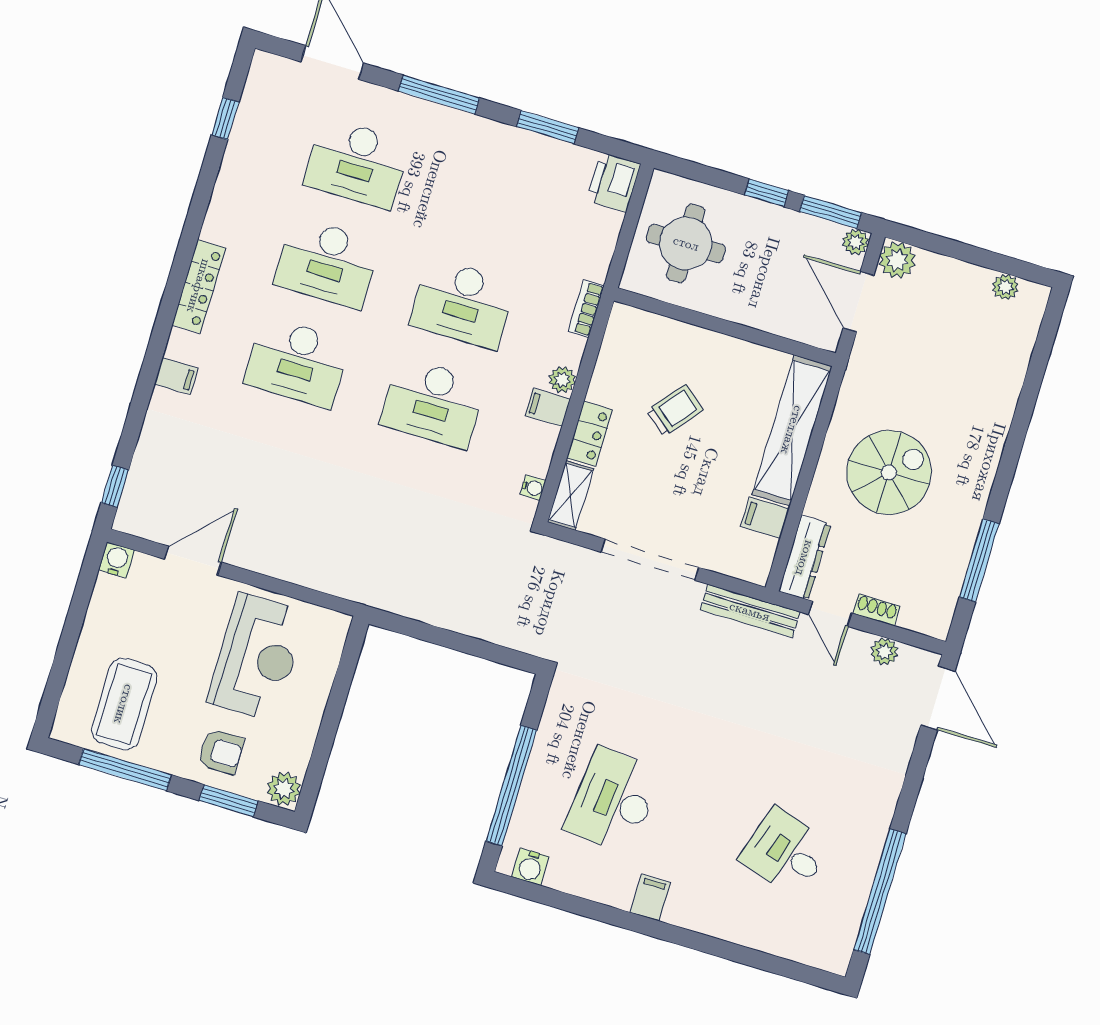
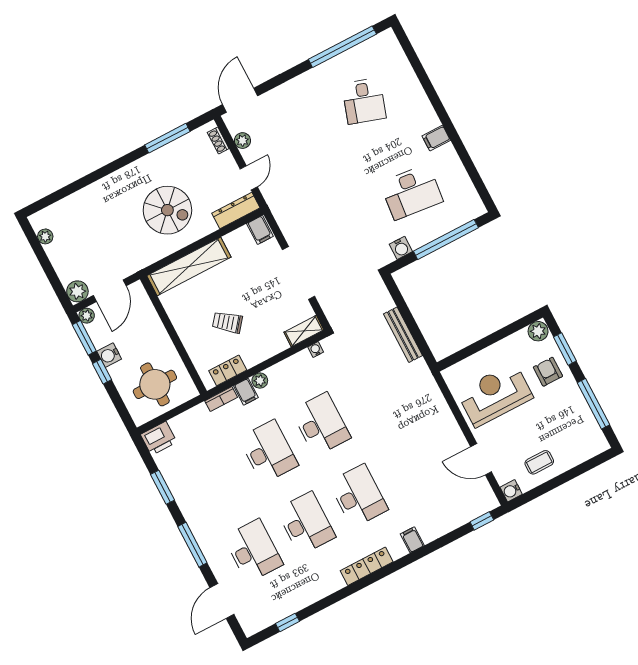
water cooler: (778, 222) -> (109, 355), added
filing cabinet: (548, 407) -> (246, 392), moved
locker: (590, 434) -> (228, 370), moved
spiral stairs: (889, 472) -> (167, 210), turned 180
filing cabinet: (765, 518) -> (260, 230), moved
shoe rack: (876, 610) -> (218, 140), moved
bench: (750, 611) -> (403, 335), moved
coffee table: (124, 704) -> (539, 462), moved, width x0.54, depth x0.58
water cooler: (530, 867) -> (401, 248), moved, turned 90

